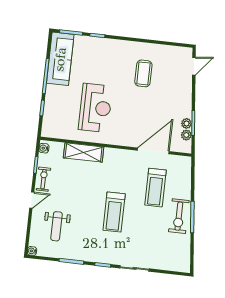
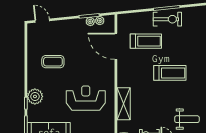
plant: (104, 47) -> (35, 96), added

